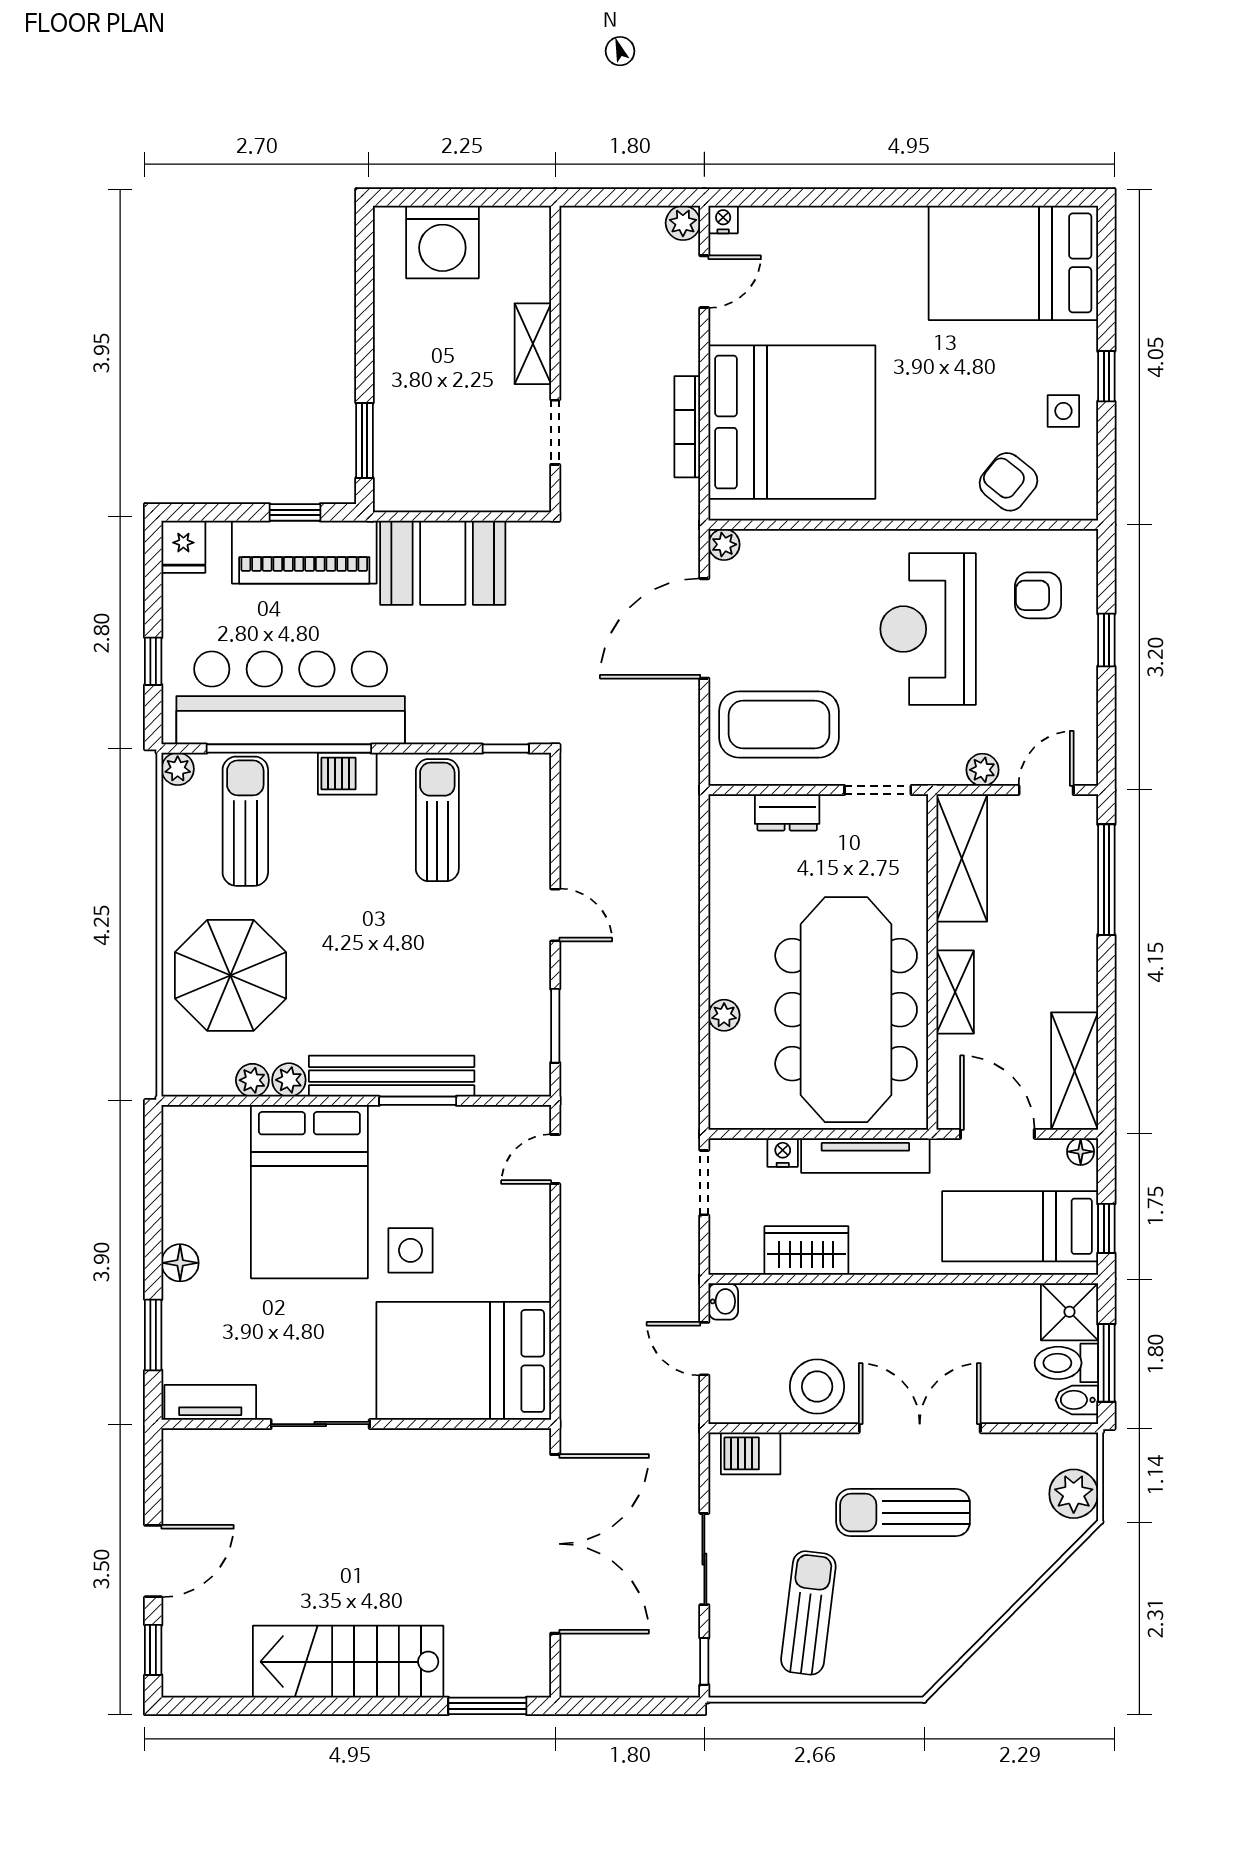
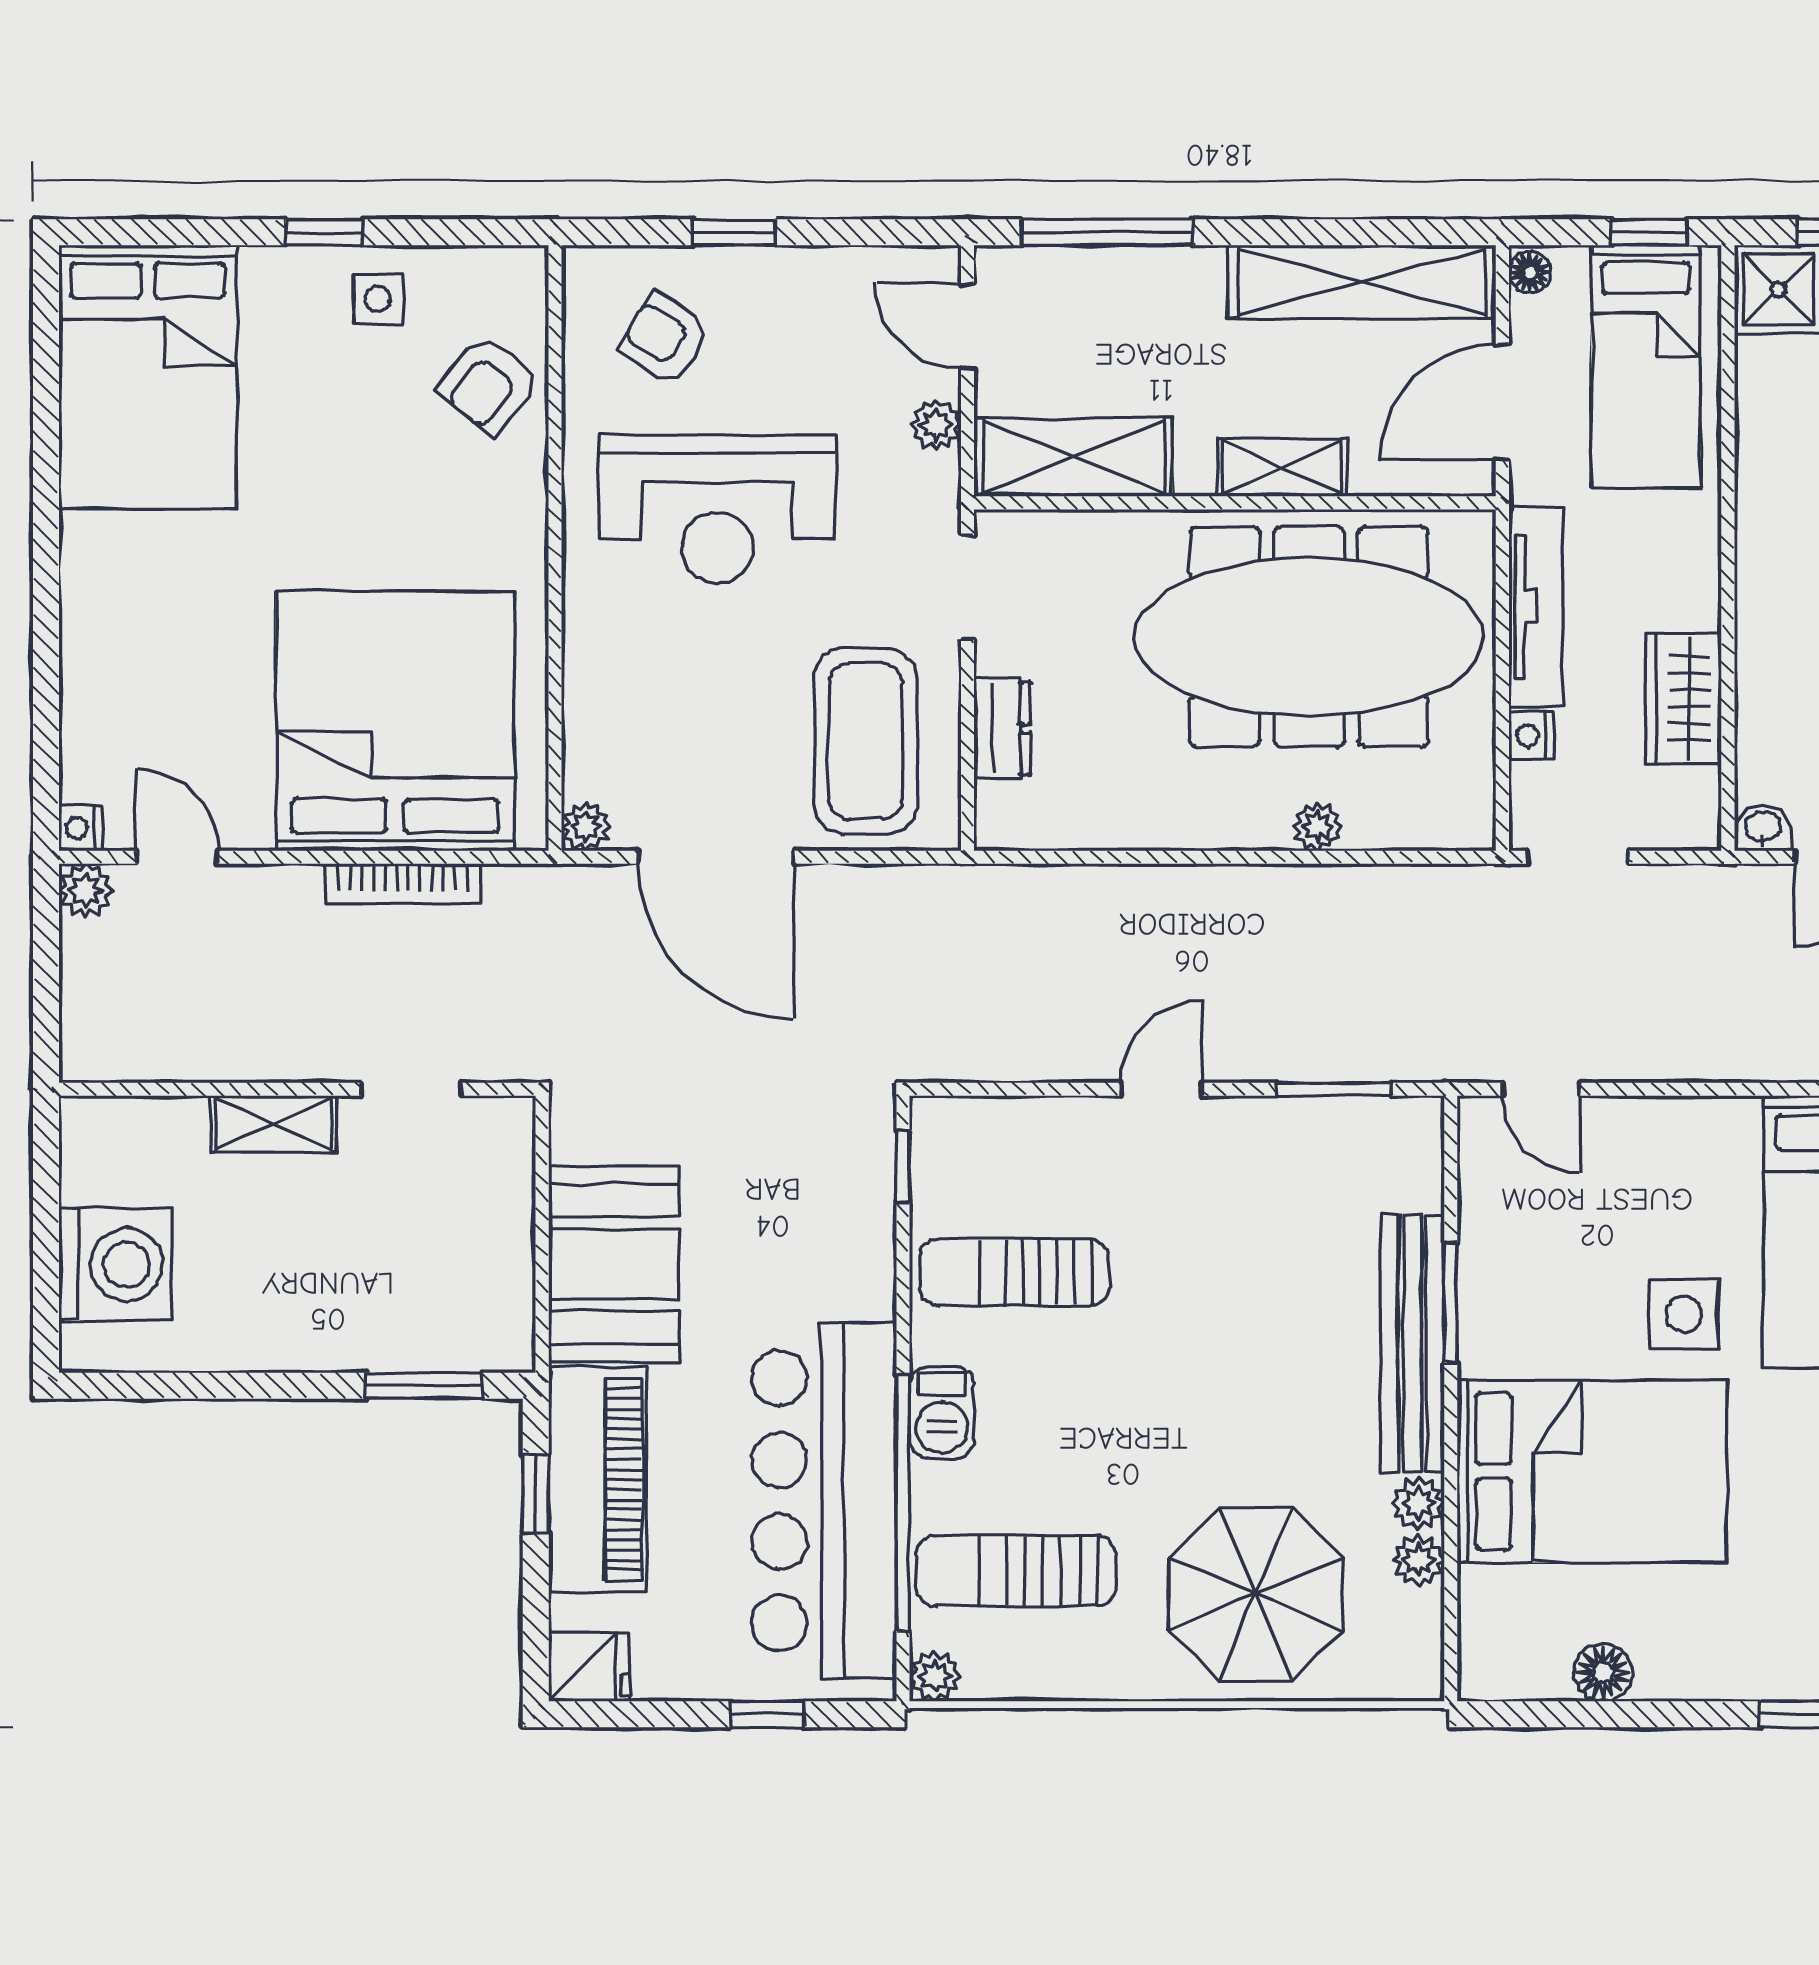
armchair: (1038, 595) -> (665, 338), turned 122
shelving: (1075, 1071) -> (1362, 282), width x1.47
floor lamp: (180, 1263) -> (1603, 1673), moved

